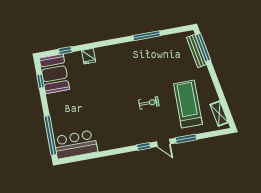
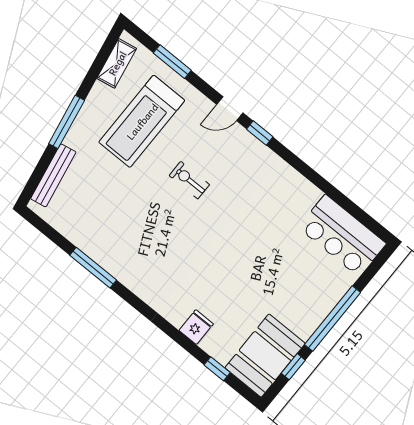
window: (203, 48) -> (67, 122), moved
window: (50, 135) -> (333, 319), moved
window: (186, 139) -> (172, 62), moved
door: (163, 143) -> (230, 109), swing flipped

